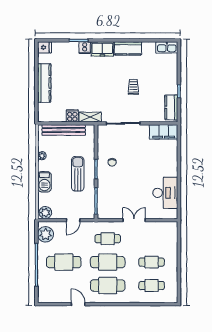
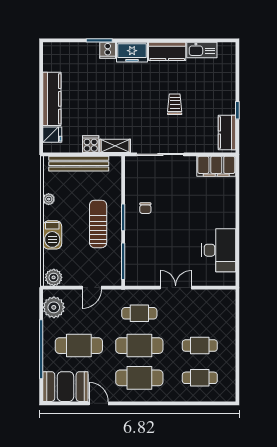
fridge: (45, 47) -> (52, 135), moved
kitchen sink: (167, 47) -> (202, 50), moved
booth: (54, 292) -> (65, 387), added

